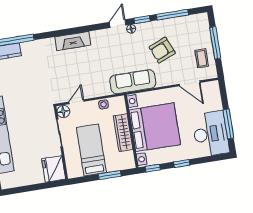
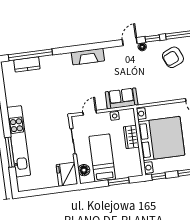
armchair: (162, 50) -> (173, 57), moved
sofa: (133, 82) -> (122, 98), moved, width x0.73
floor lamp: (63, 112) -> (84, 170), moved
wardrobe: (123, 133) -> (131, 137), width x0.67

